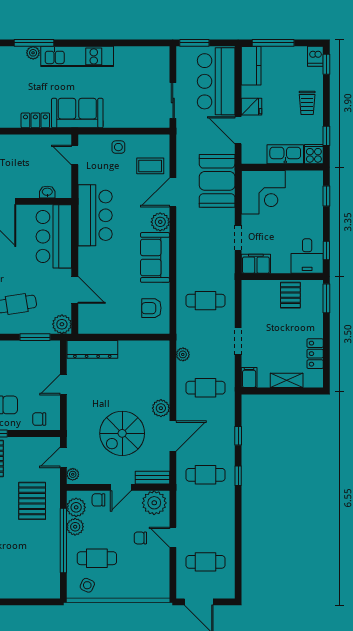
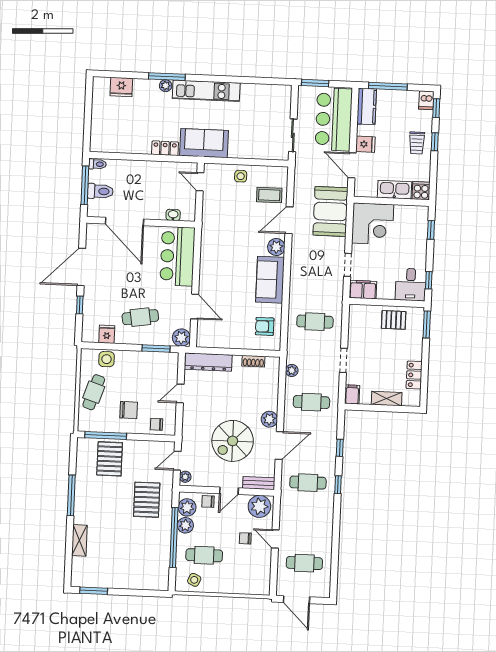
window: (326, 136) -> (435, 142), moved
bar counter: (95, 215) -> (216, 238), removed
pallet: (290, 295) -> (394, 320), turned 90
shoe rack: (141, 346) -> (253, 361), added

